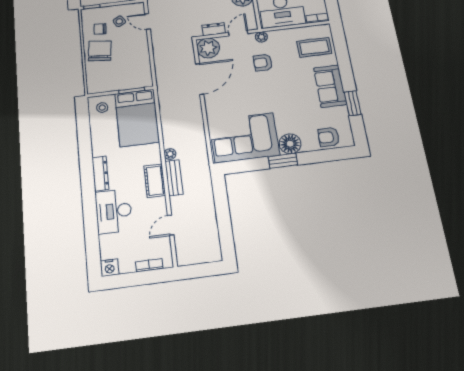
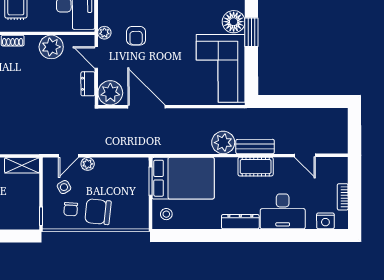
plant: (142, 37) -> (88, 164), added
plant: (170, 154) -> (223, 142), width x1.88, depth x1.88
bookcase: (149, 265) -> (343, 197), moved
nightstand: (110, 268) -> (325, 221), moved, turned 90

